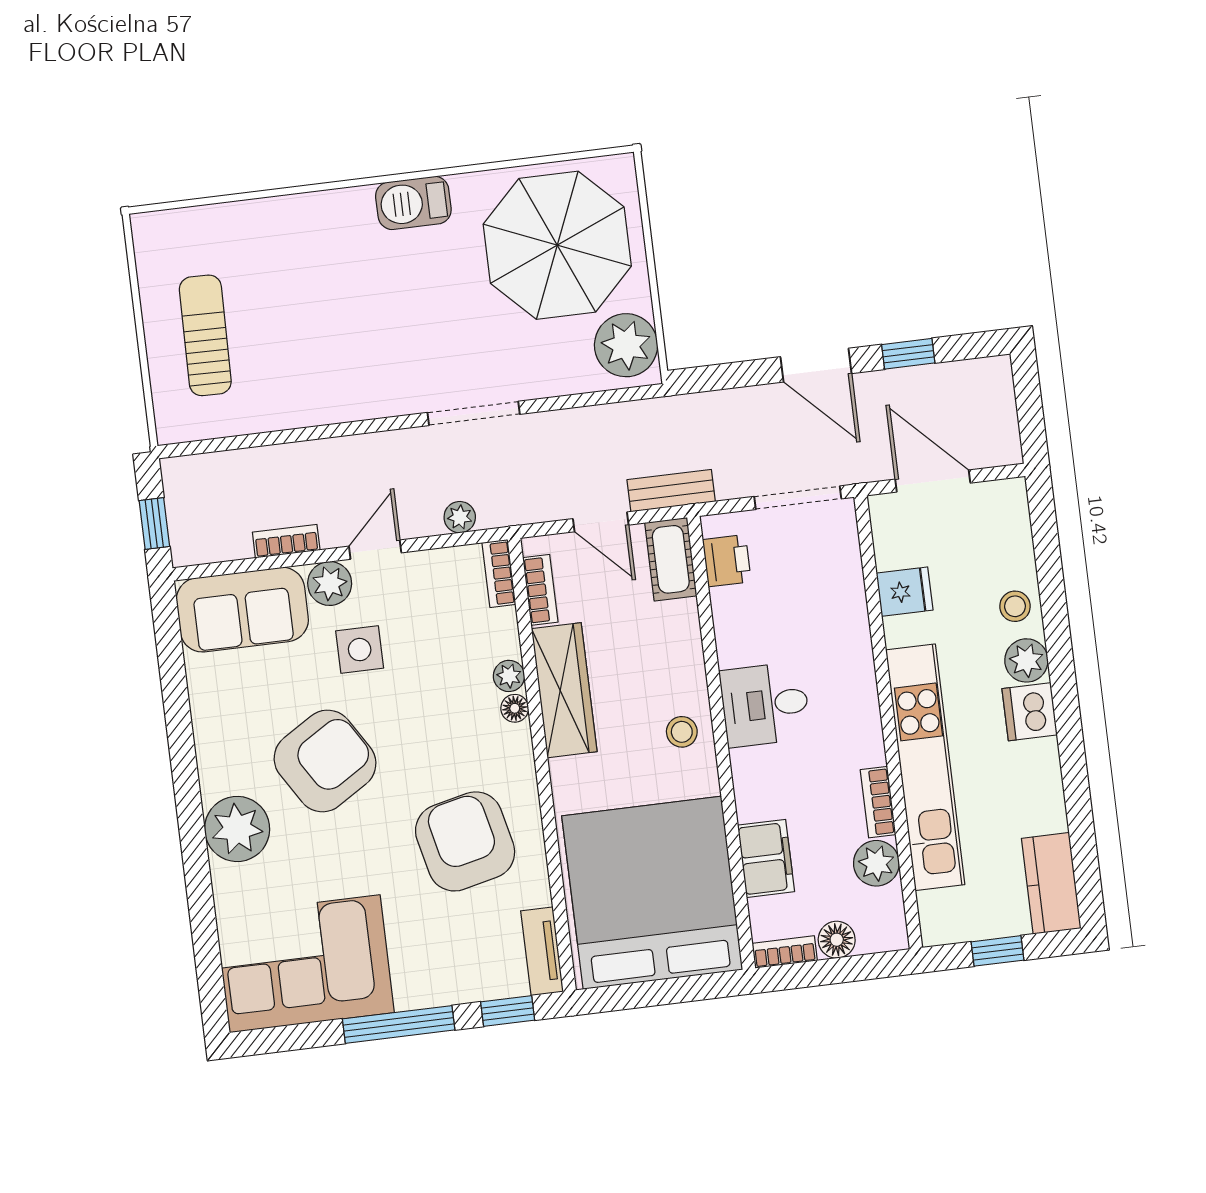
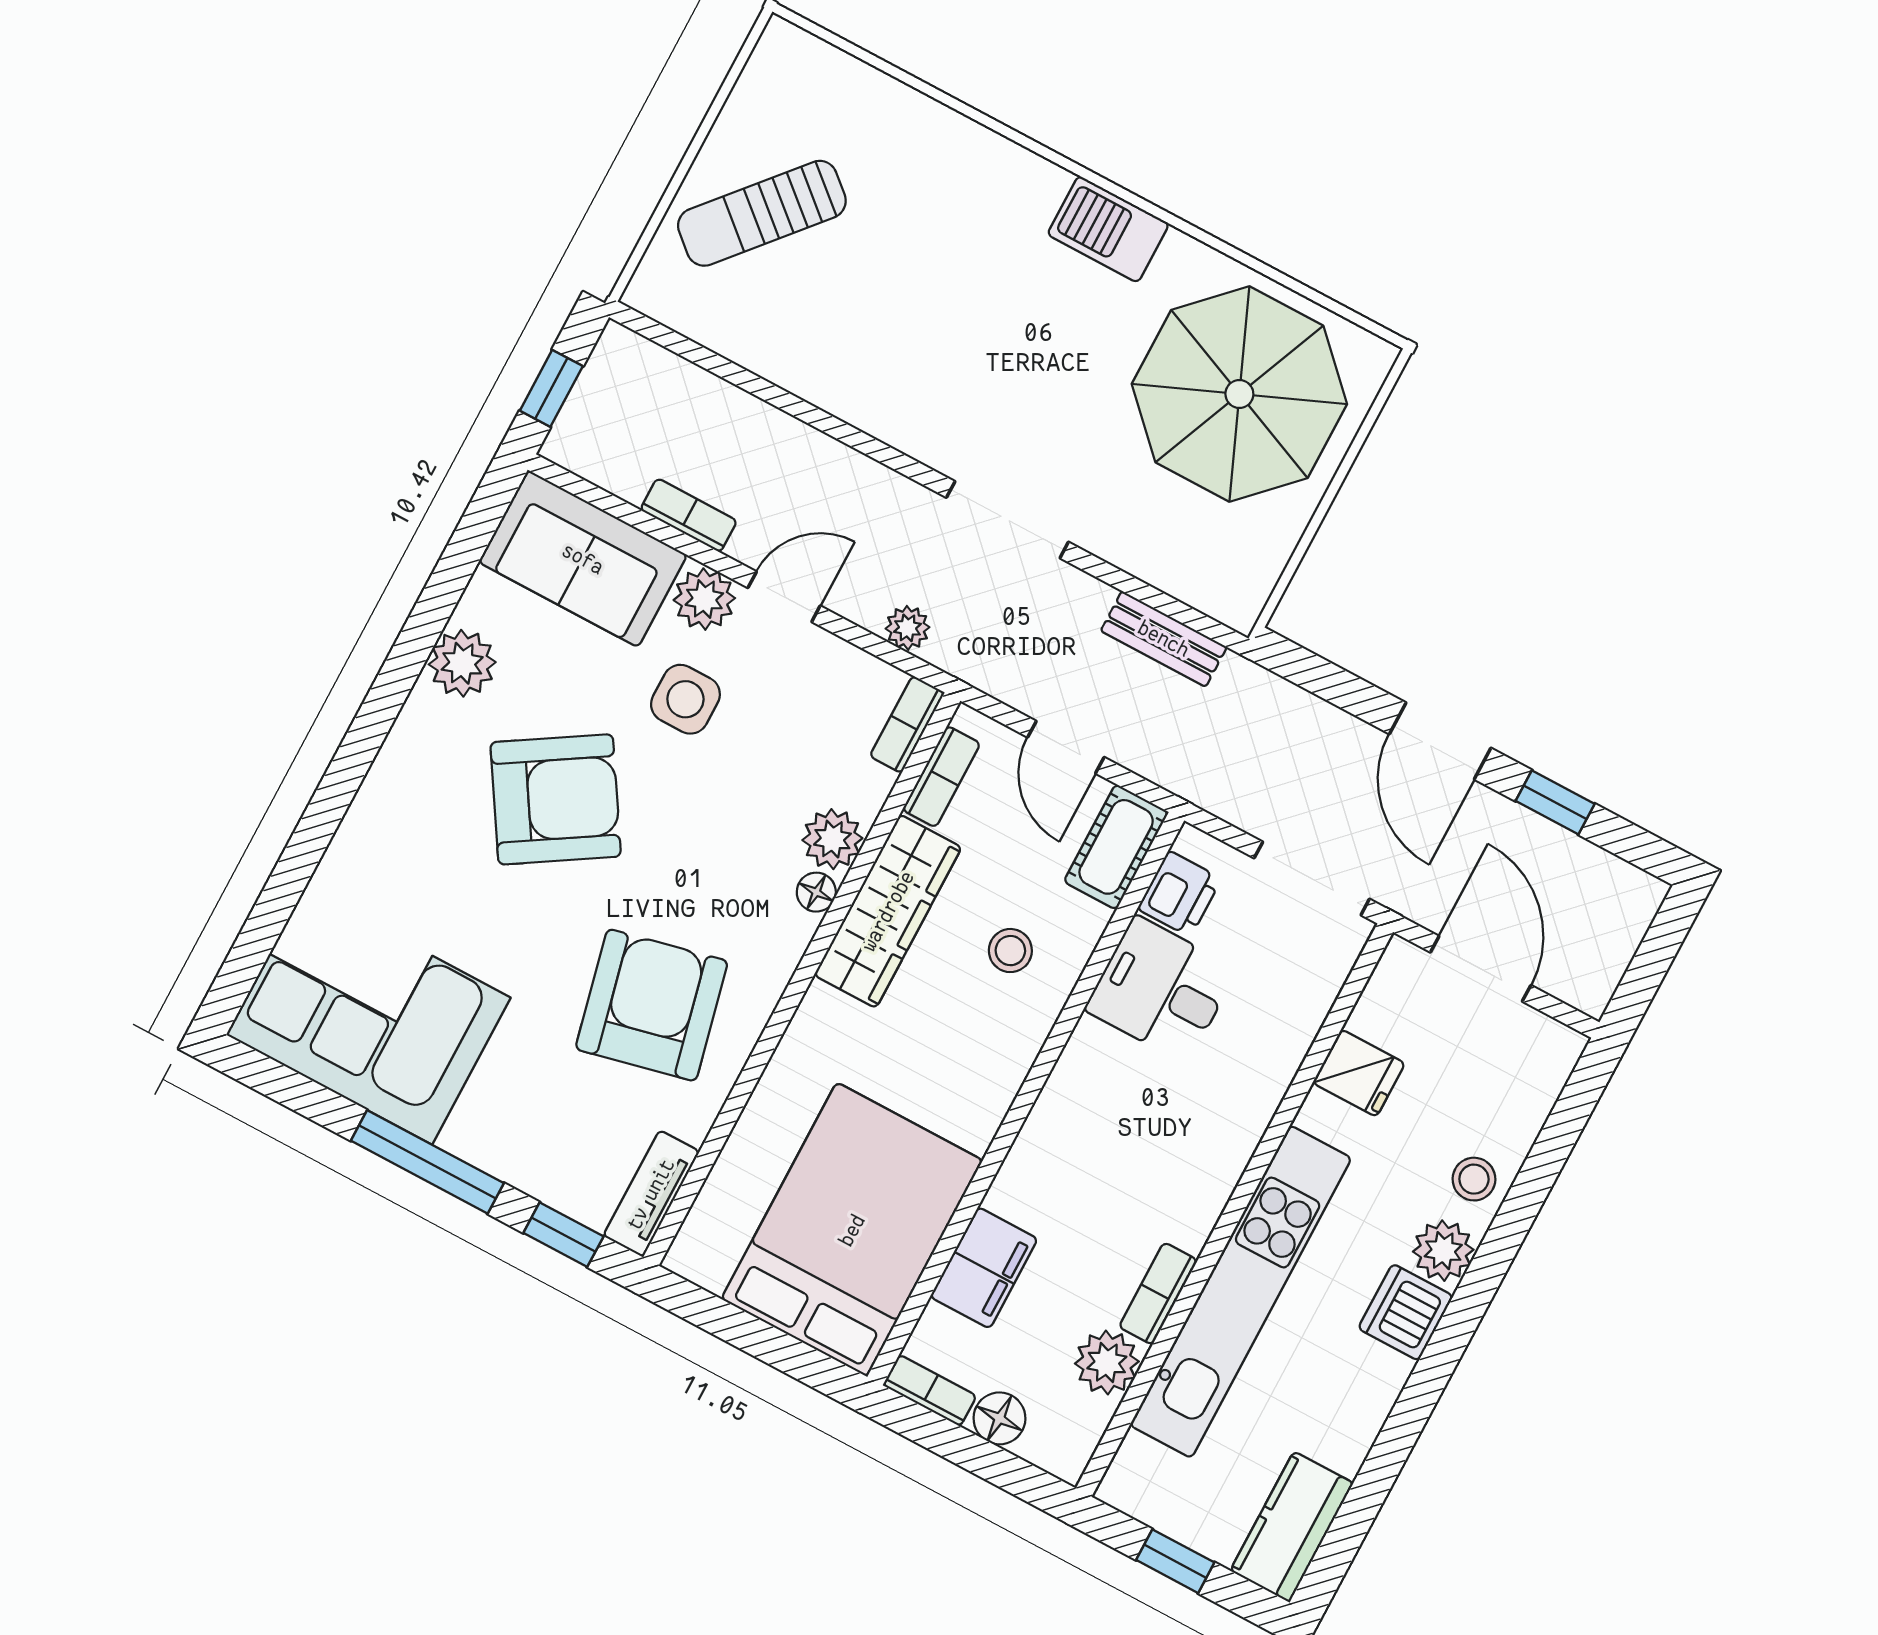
sun lounger: (205, 335) -> (762, 213), turned -140
plant: (626, 345) -> (1238, 565), removed
bench: (671, 491) -> (1164, 639), moved
plant: (509, 676) -> (832, 839), width x1.38, depth x1.38
desk: (765, 705) -> (1161, 989), moved
stool: (682, 732) -> (1010, 951), moved
plant: (237, 829) -> (462, 663), moved, width x0.73, depth x0.73
bed: (652, 893) -> (852, 1230), width x0.73

